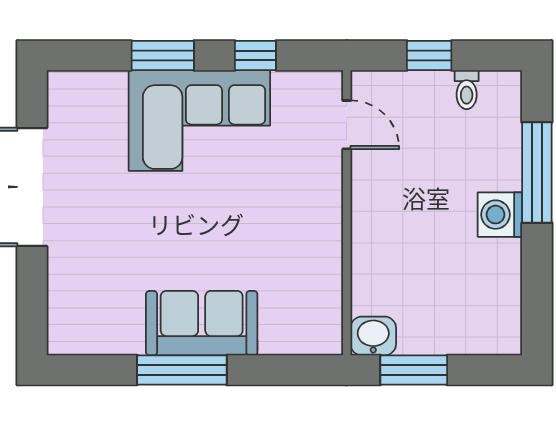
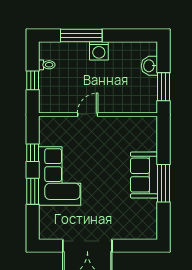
door: (347, 125) -> (88, 115), moved
washbasin: (373, 336) -> (149, 66), moved

